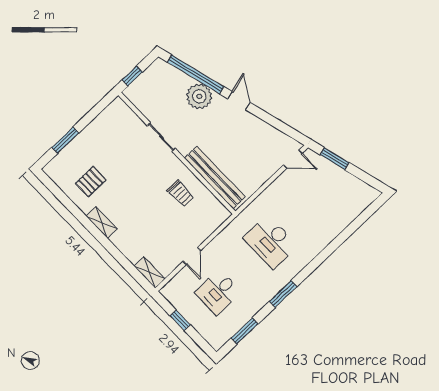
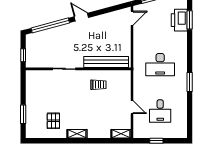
plant: (199, 96) -> (62, 33), removed
printer: (342, 215) -> (179, 20), added
window: (245, 331) -> (190, 20), moved

